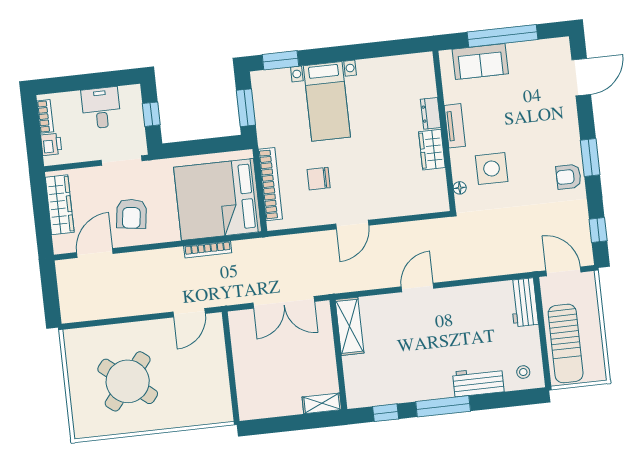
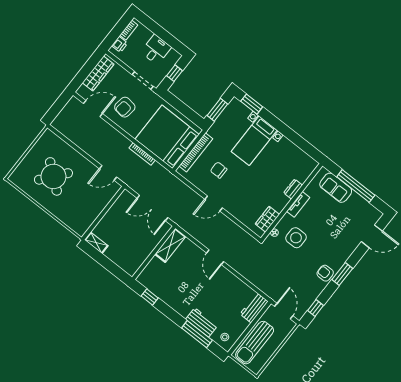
wardrobe: (432, 150) -> (267, 219), moved
door: (417, 287) -> (215, 257), swing flipped
shelving: (322, 403) -> (96, 243), moved
window: (443, 406) -> (197, 334), moved

